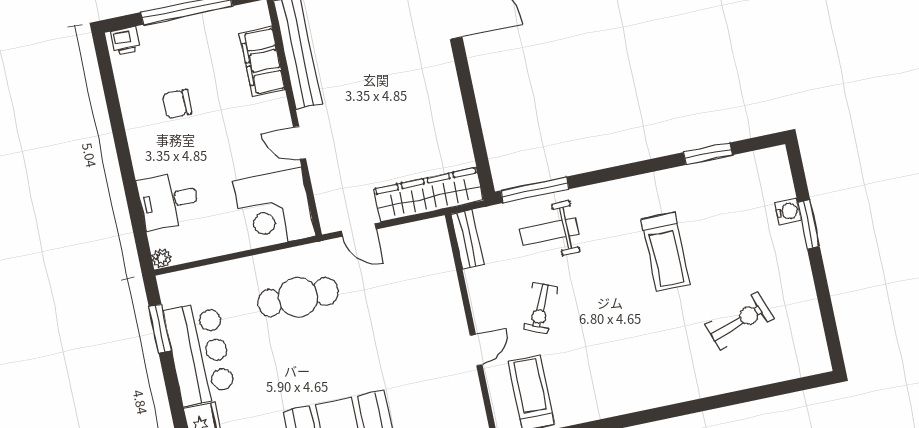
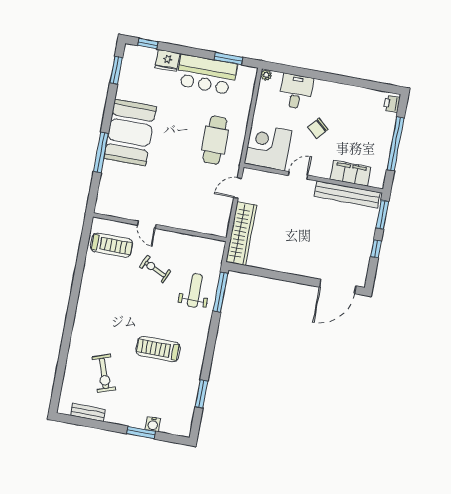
chair: (177, 104) -> (318, 128), moved, turned -139
bench: (467, 240) -> (88, 412), moved

